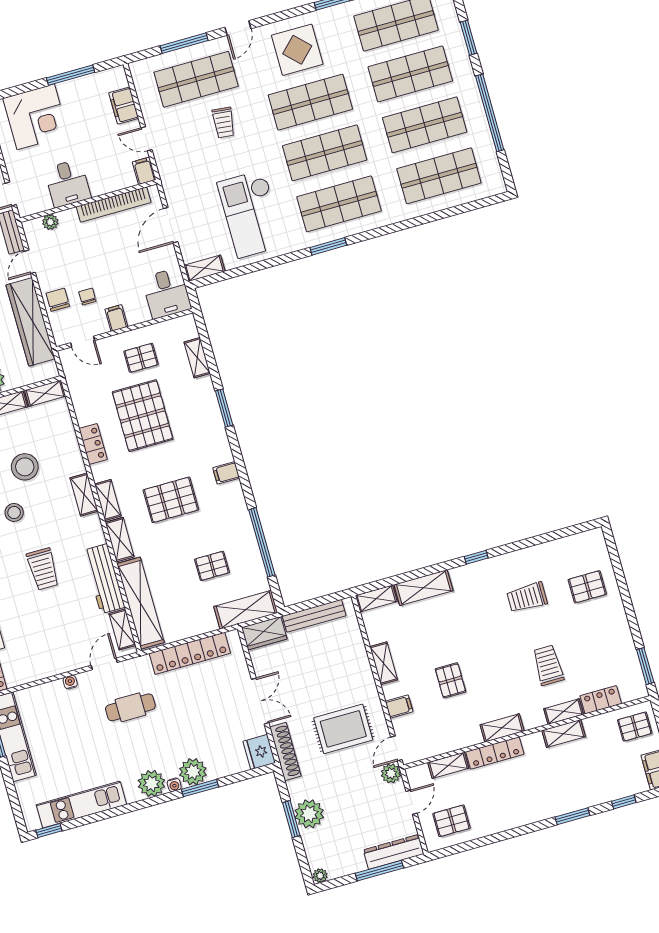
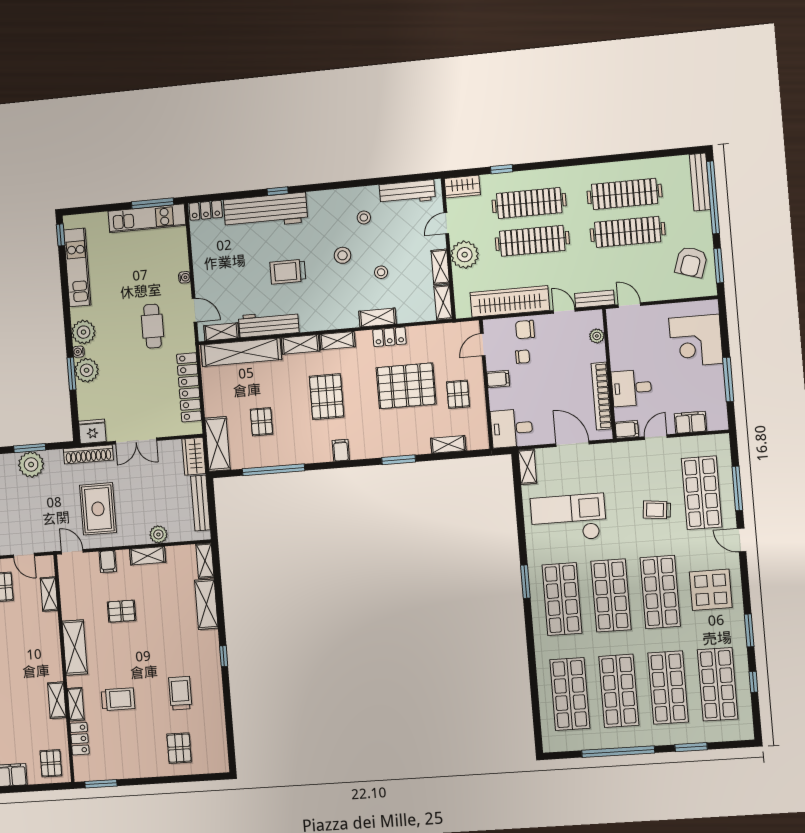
desk: (68, 183) -> (632, 388), moved
chair: (58, 300) -> (525, 330), turned 180
stool: (25, 467) -> (381, 272), width x0.53, depth x0.53
shelving: (84, 495) -> (377, 318), moved
shelving: (502, 728) -> (75, 647), width x1.50, depth x1.33
locker: (495, 753) -> (52, 637), removed
plant: (391, 773) -> (158, 534), moved

